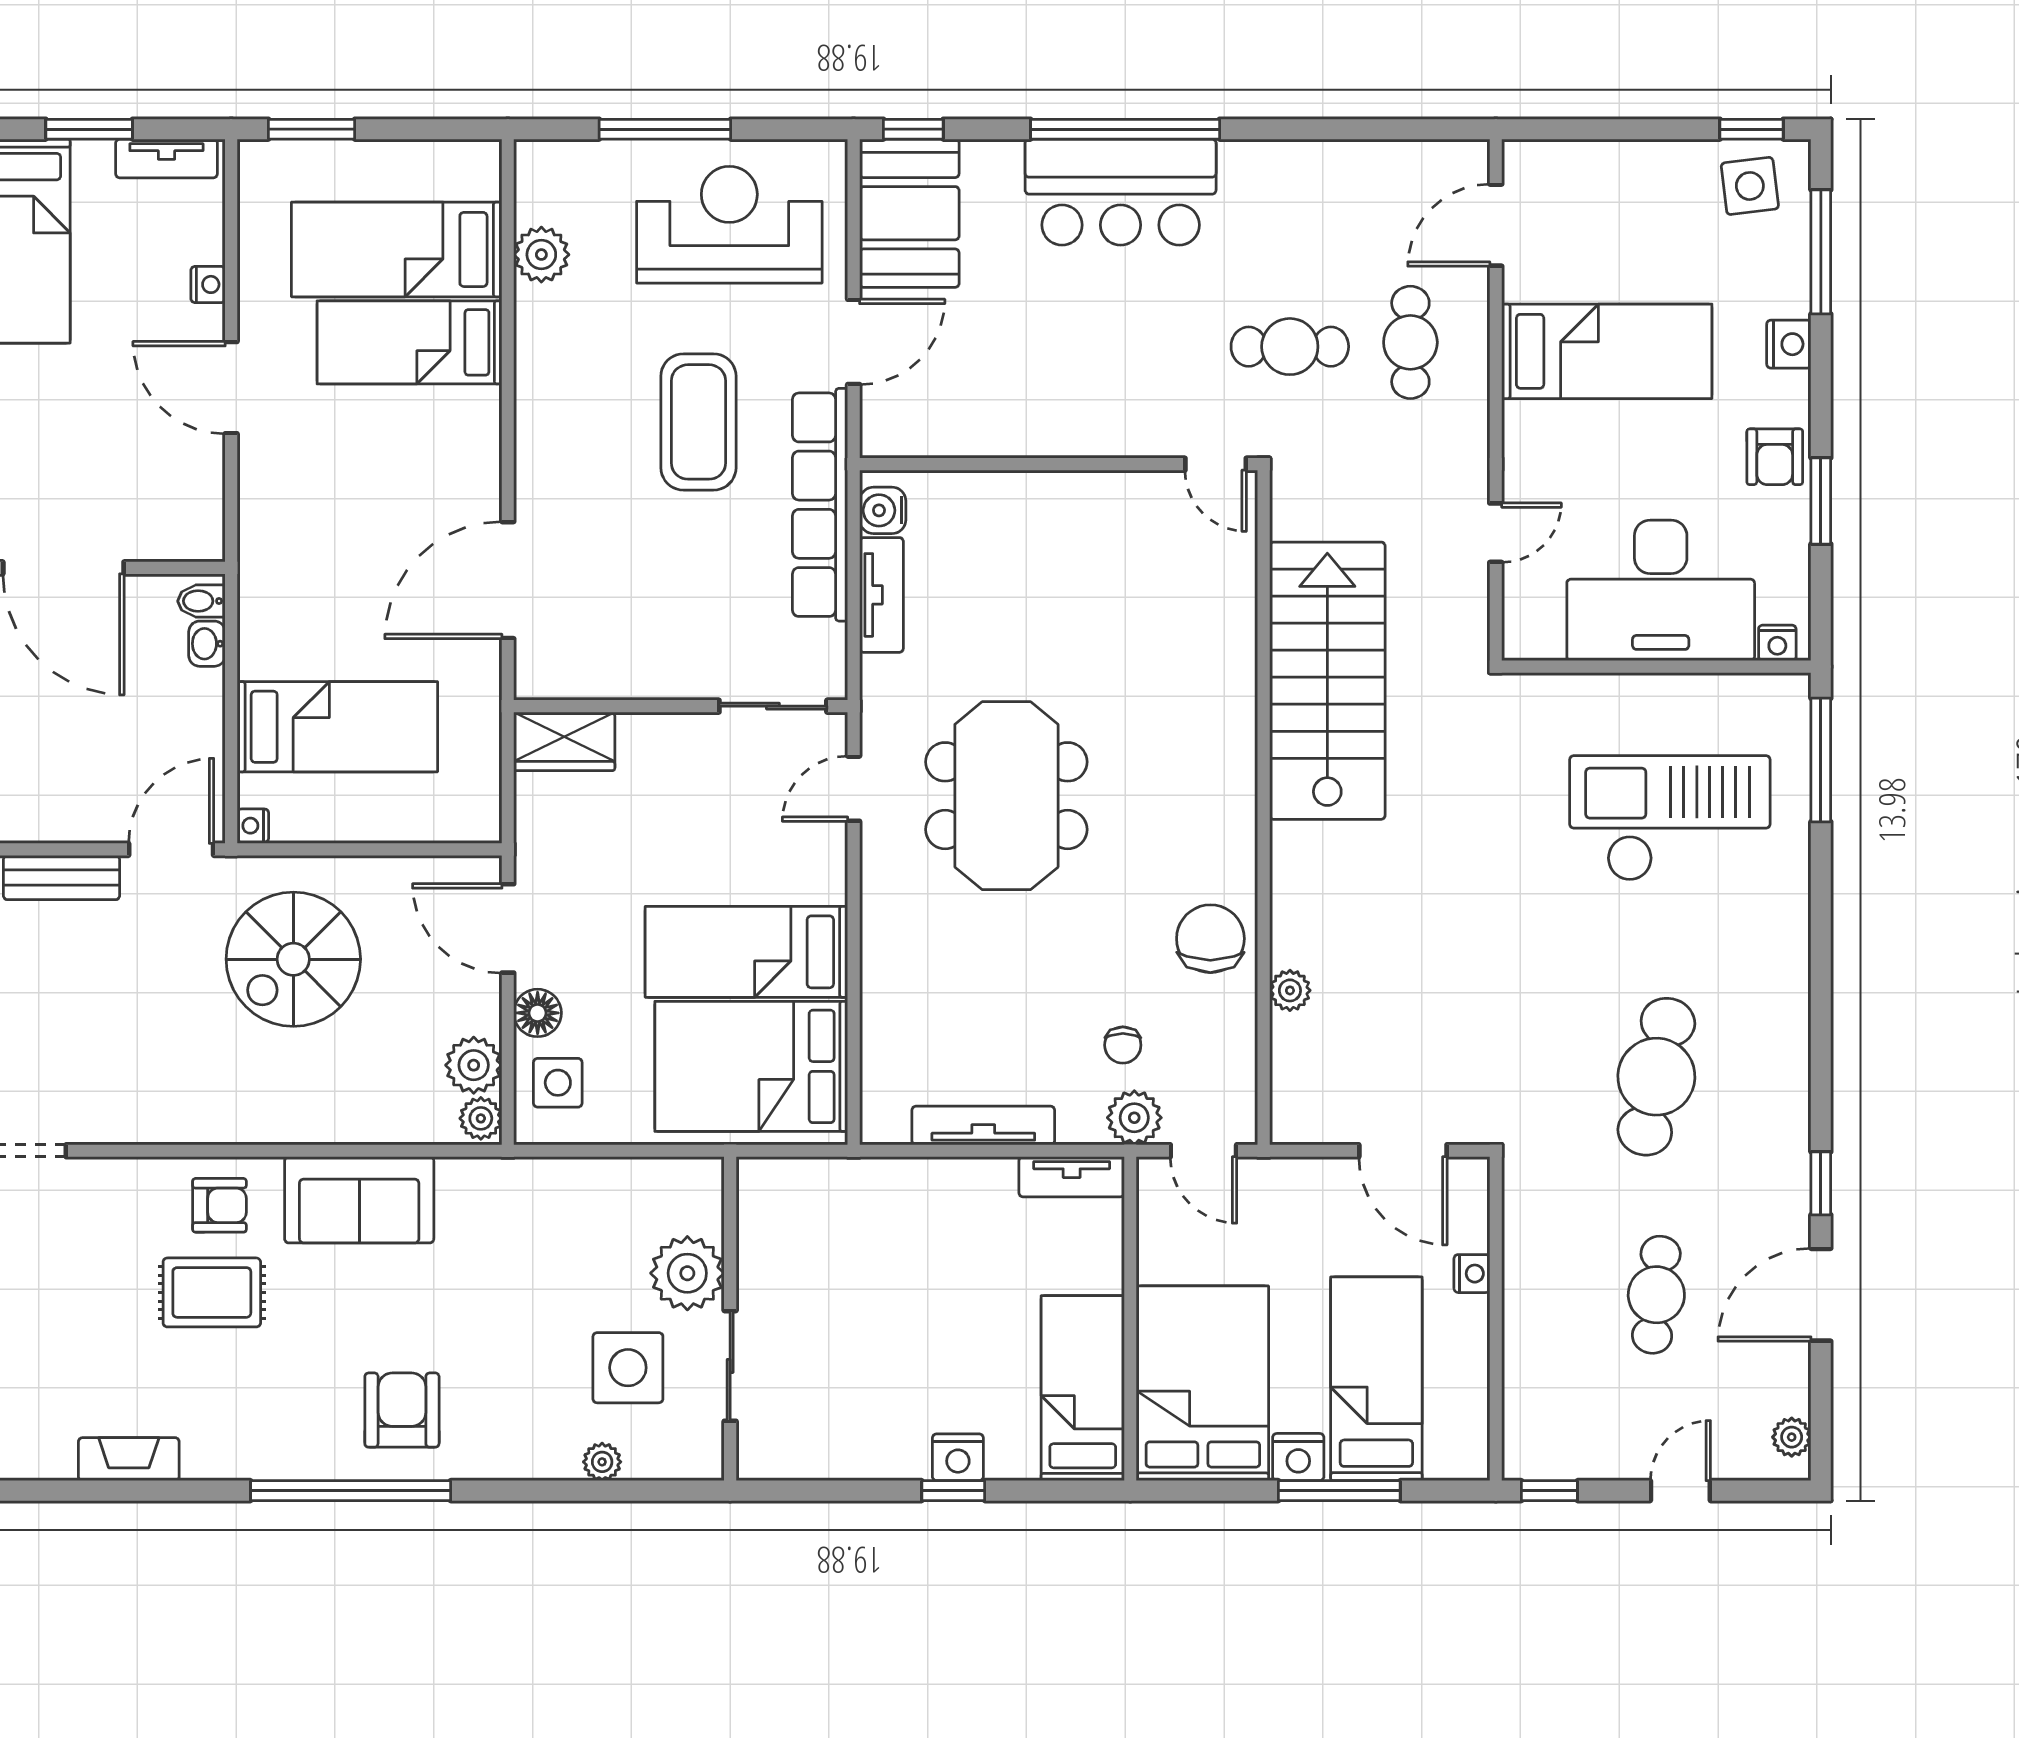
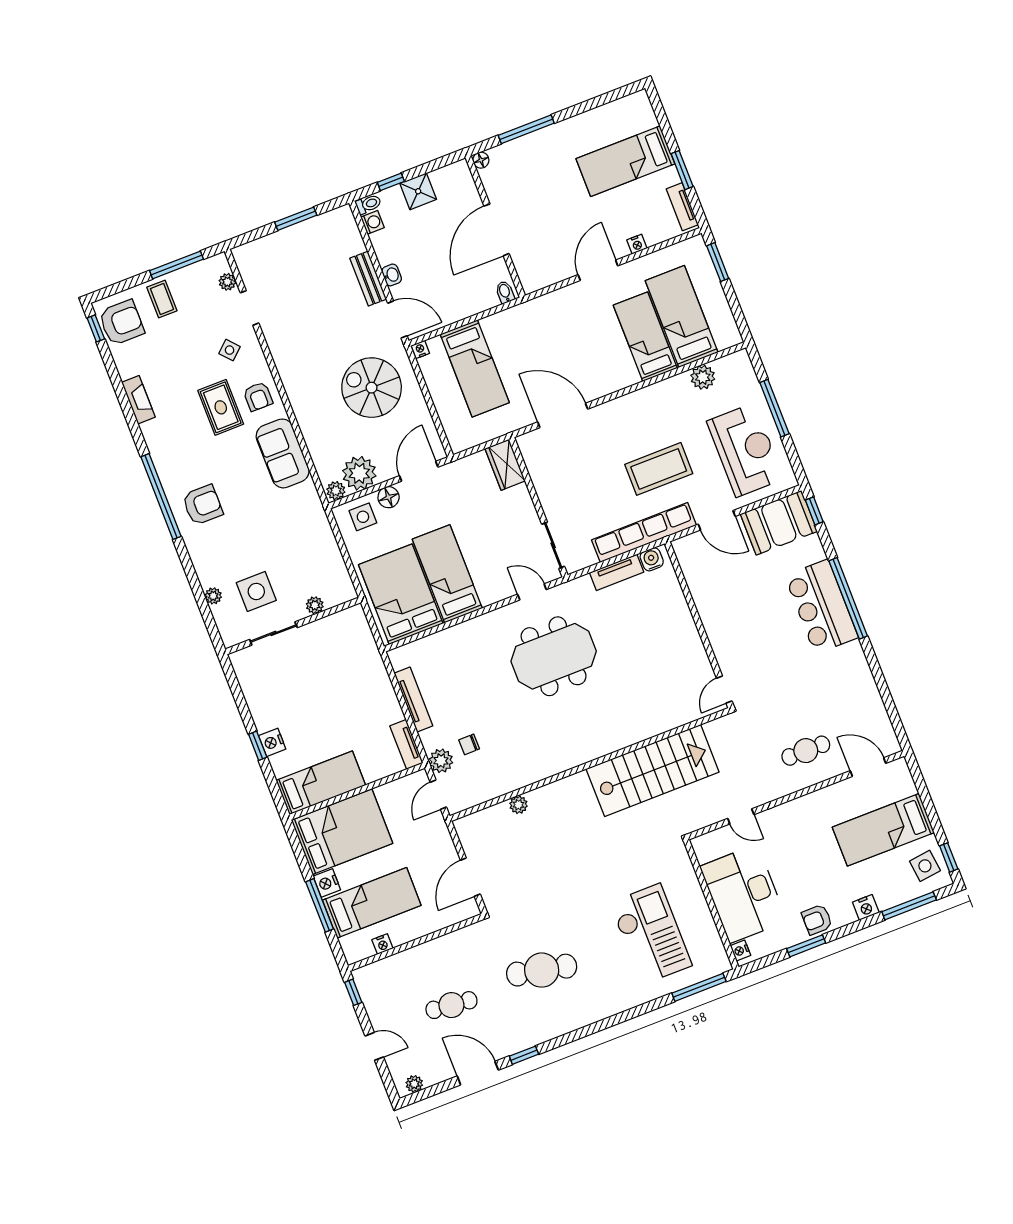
cafe table: (1290, 347) -> (785, 701), removed
bed: (1607, 351) -> (883, 830), moved, turned 90
washbasin: (207, 644) -> (392, 275), moved, turned 90
chair: (1210, 939) -> (527, 764), removed
plant: (474, 1065) -> (359, 473), width x1.36, depth x1.36
side table: (99, 1227) -> (230, 350), added
plant: (687, 1273) -> (315, 605), width x0.53, depth x0.53
nightstand: (1472, 1274) -> (382, 944), moved

